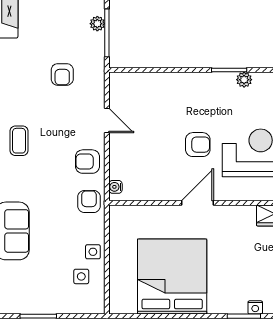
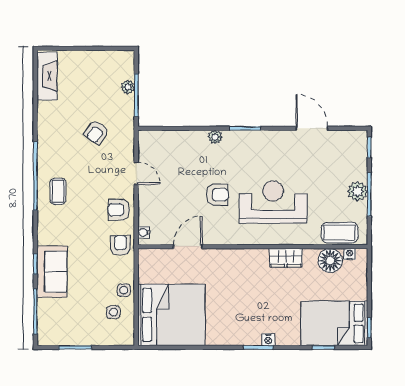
armchair: (62, 74) -> (96, 132), turned 36
plant: (244, 80) -> (215, 137), moved
door: (197, 203) -> (188, 247), moved
bed: (172, 277) -> (171, 315), moved, turned 90

